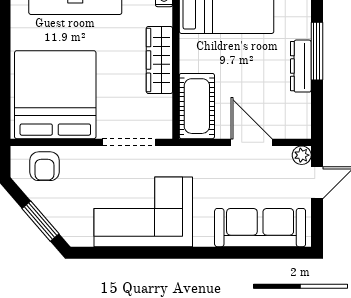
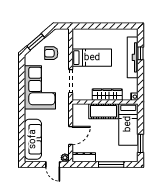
dresser: (301, 66) -> (84, 157), moved
bed: (55, 95) -> (92, 58), width x0.49
cot: (197, 106) -> (104, 111), moved
armchair: (44, 166) -> (51, 53), moved

